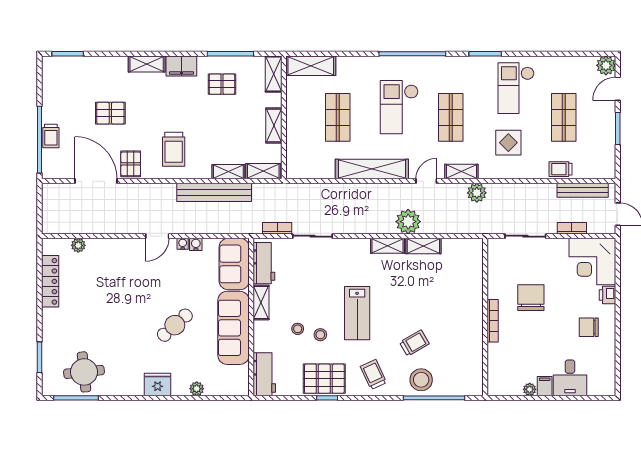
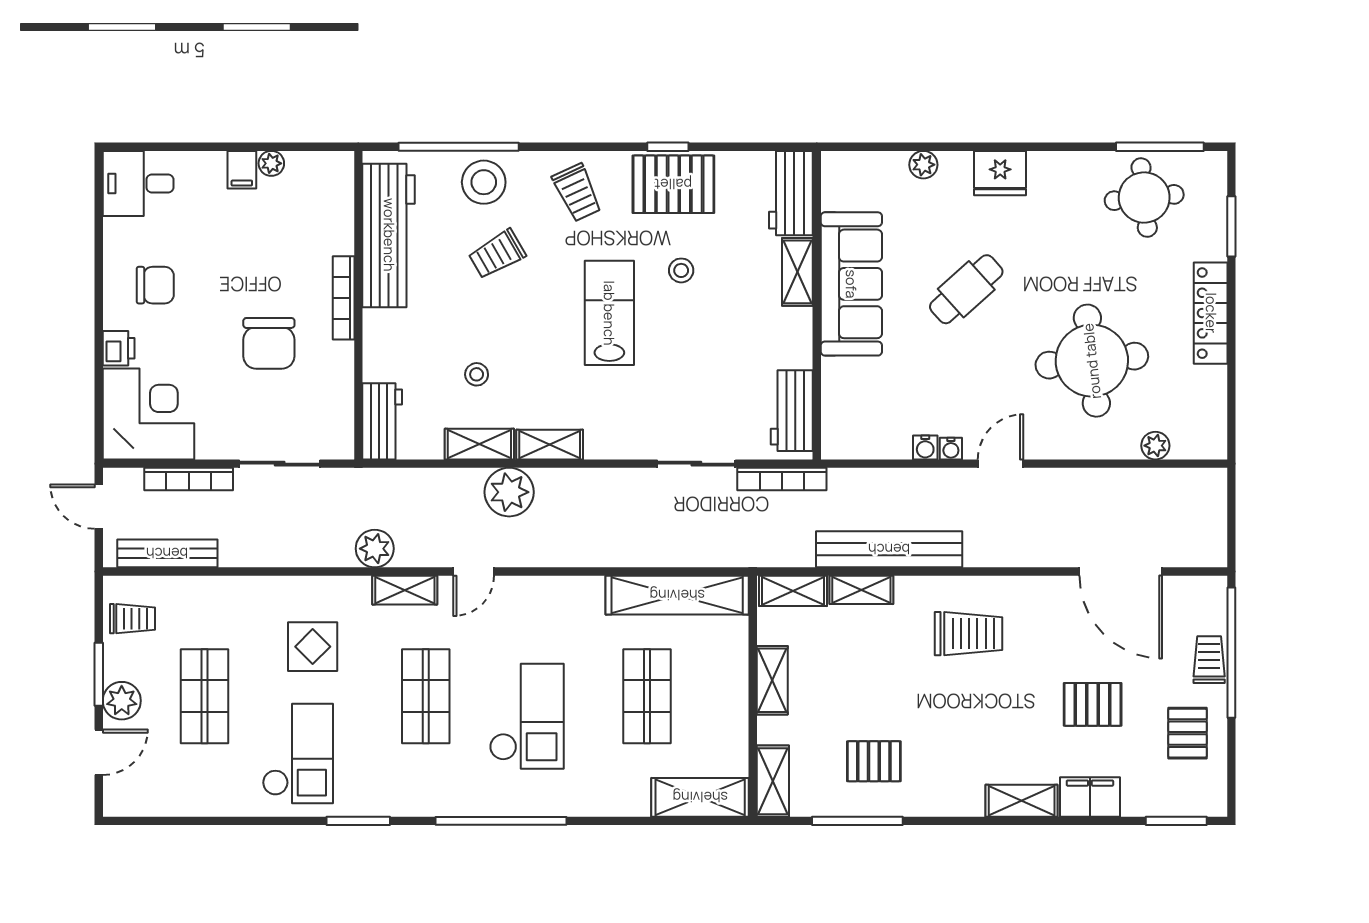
plant: (606, 65) -> (122, 701), moved
filing cabinet: (181, 66) -> (1090, 797), moved
trolley: (174, 149) -> (969, 634), turned 90
pallet: (131, 164) -> (1187, 733), moved
shelving: (372, 169) -> (677, 595), moved
trolley: (560, 169) -> (132, 619), moved
bookcase: (277, 228) -> (782, 479), width x1.56
bookcase: (572, 228) -> (189, 479), width x1.56
workbench: (473, 258) -> (382, 421), added
sofa: (234, 264) -> (850, 409), removed
locker: (50, 281) -> (1211, 313), moved
round table: (111, 289) -> (1092, 361), added
shelving: (261, 302) -> (797, 272), moved
stool: (298, 329) -> (477, 374), moved
workbench: (470, 353) -> (389, 235), added
desk: (570, 378) -> (138, 183), moved, turned -90

